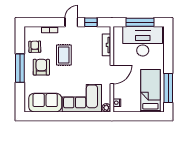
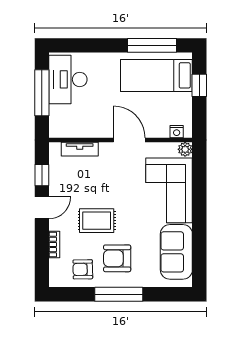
door: (71, 22) -> (42, 208), swing flipped
desk: (143, 41) -> (68, 79), width x0.73, depth x0.77
window: (144, 116) -> (199, 85), added

